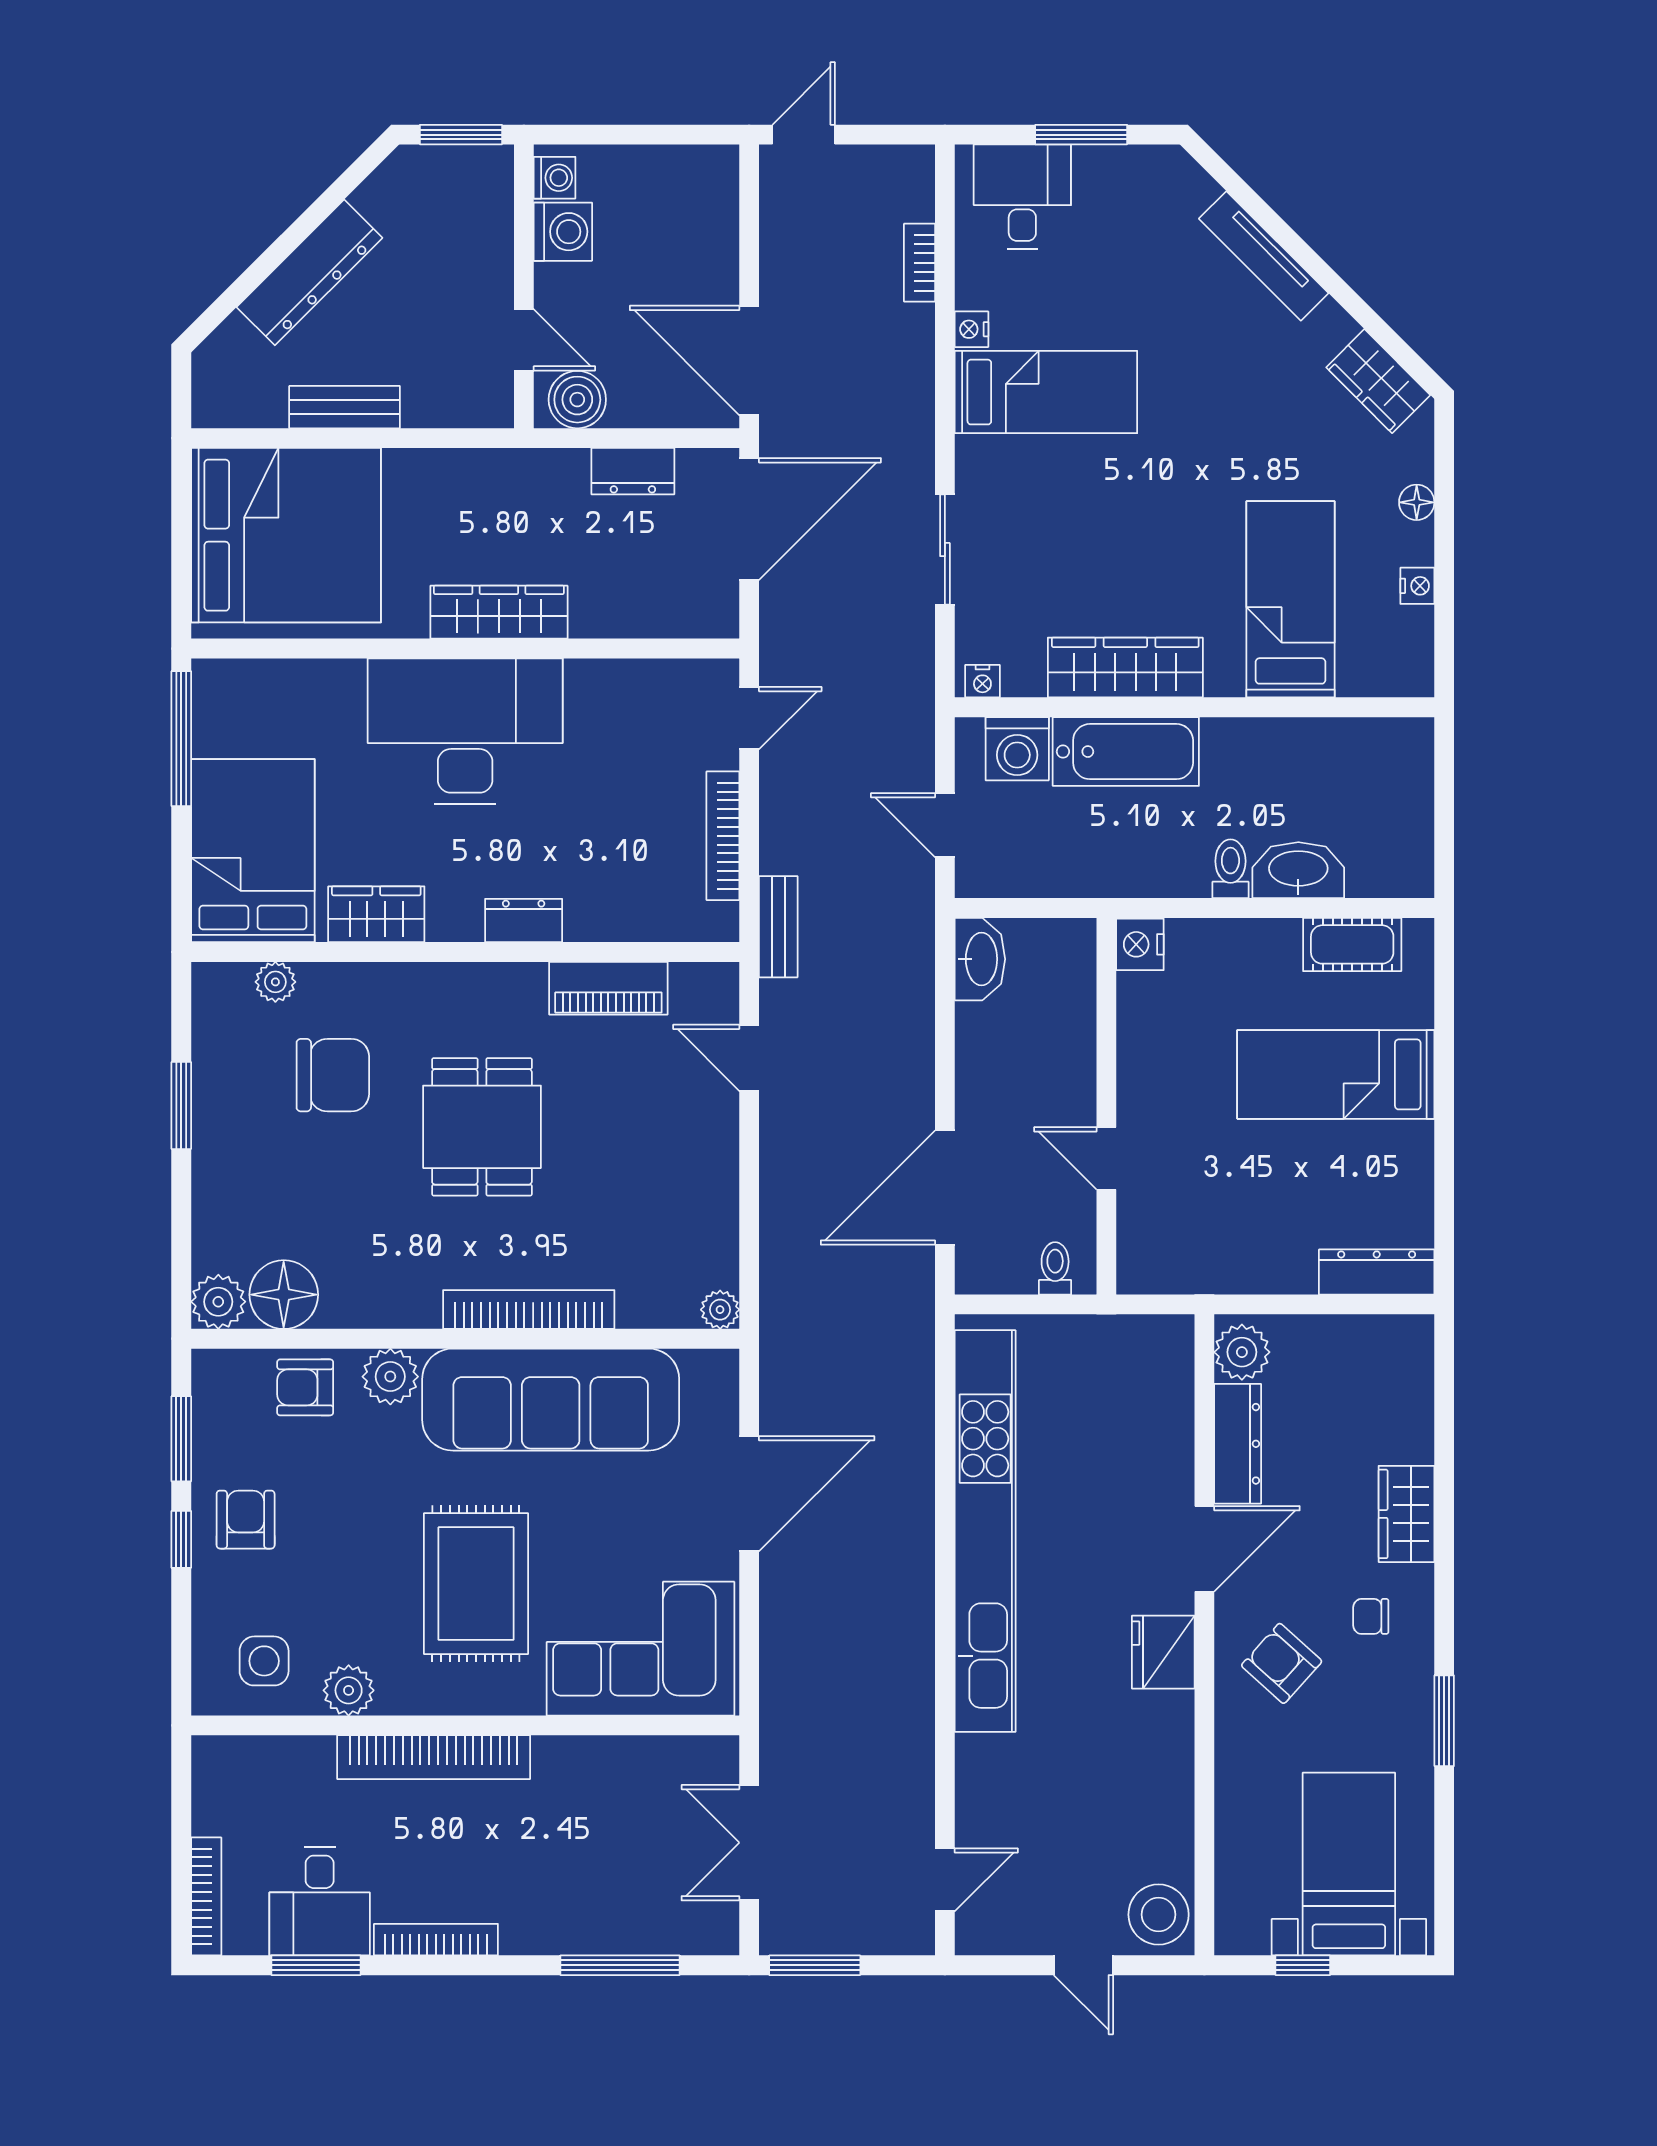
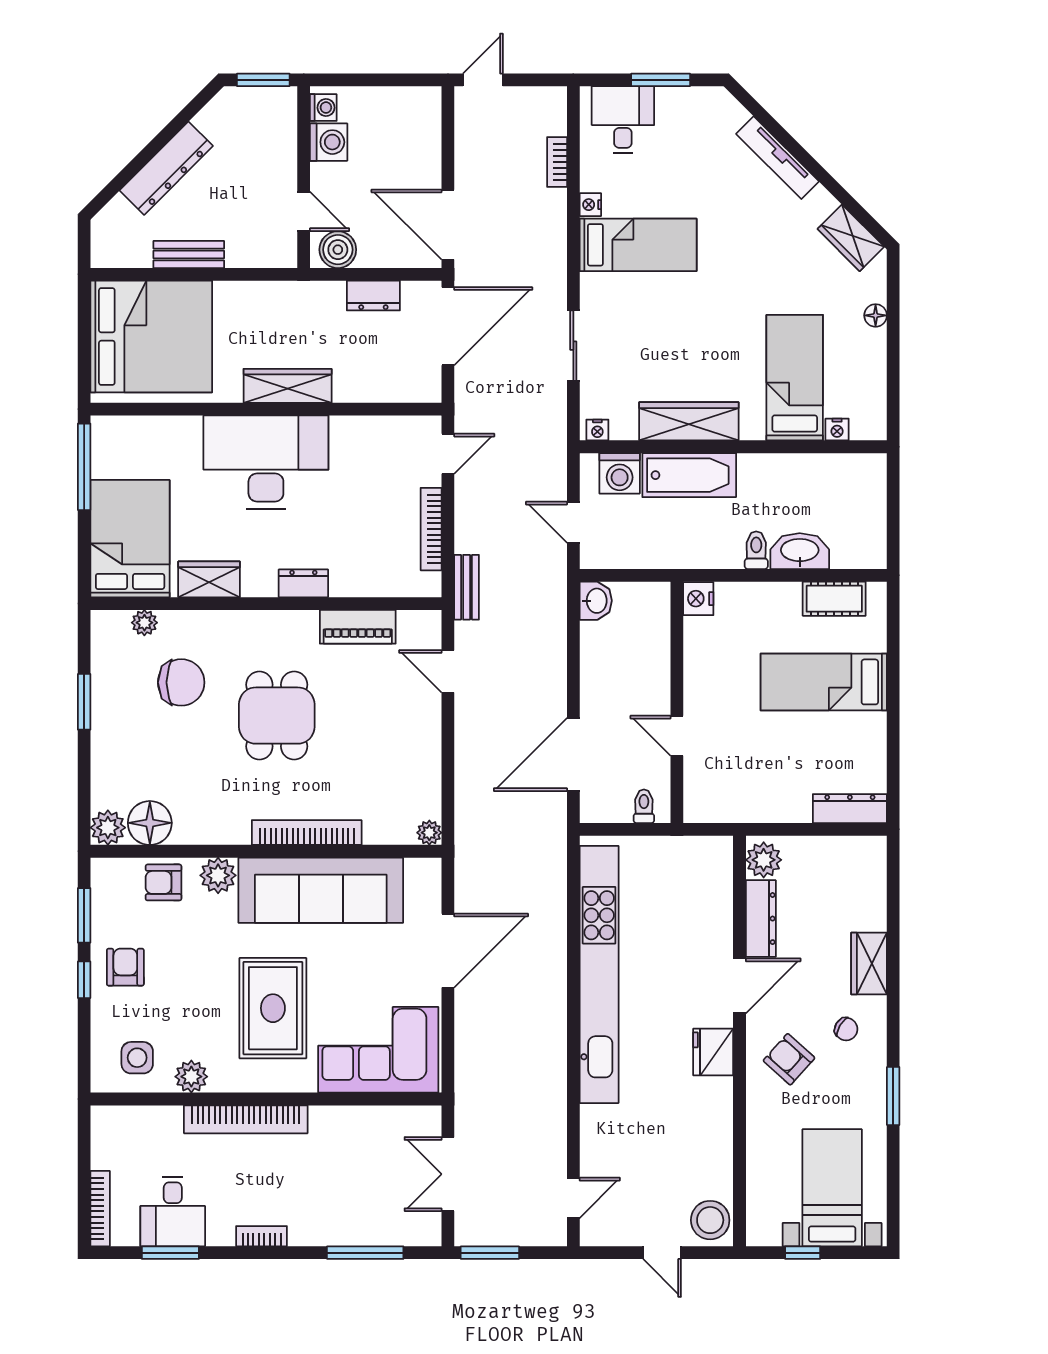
nightstand: (1417, 586) -> (837, 430), moved, turned 90
washbasin: (980, 959) -> (596, 601), width x0.72
chair: (1371, 1616) -> (846, 1029), turned -149
bookcase: (436, 1940) -> (262, 1236), width x0.64

